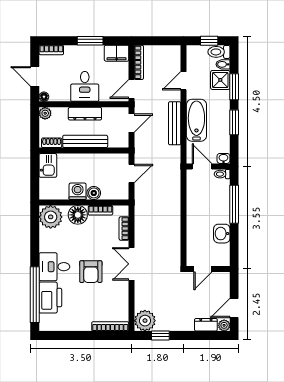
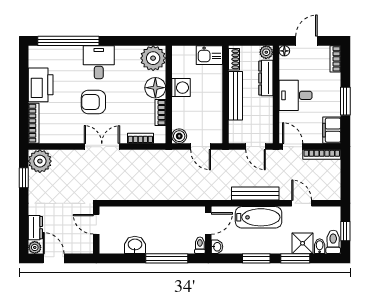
dresser: (85, 114) -> (266, 78), moved
boiler: (94, 193) -> (179, 136), moved
printer: (50, 298) -> (41, 85), moved, turned -90

